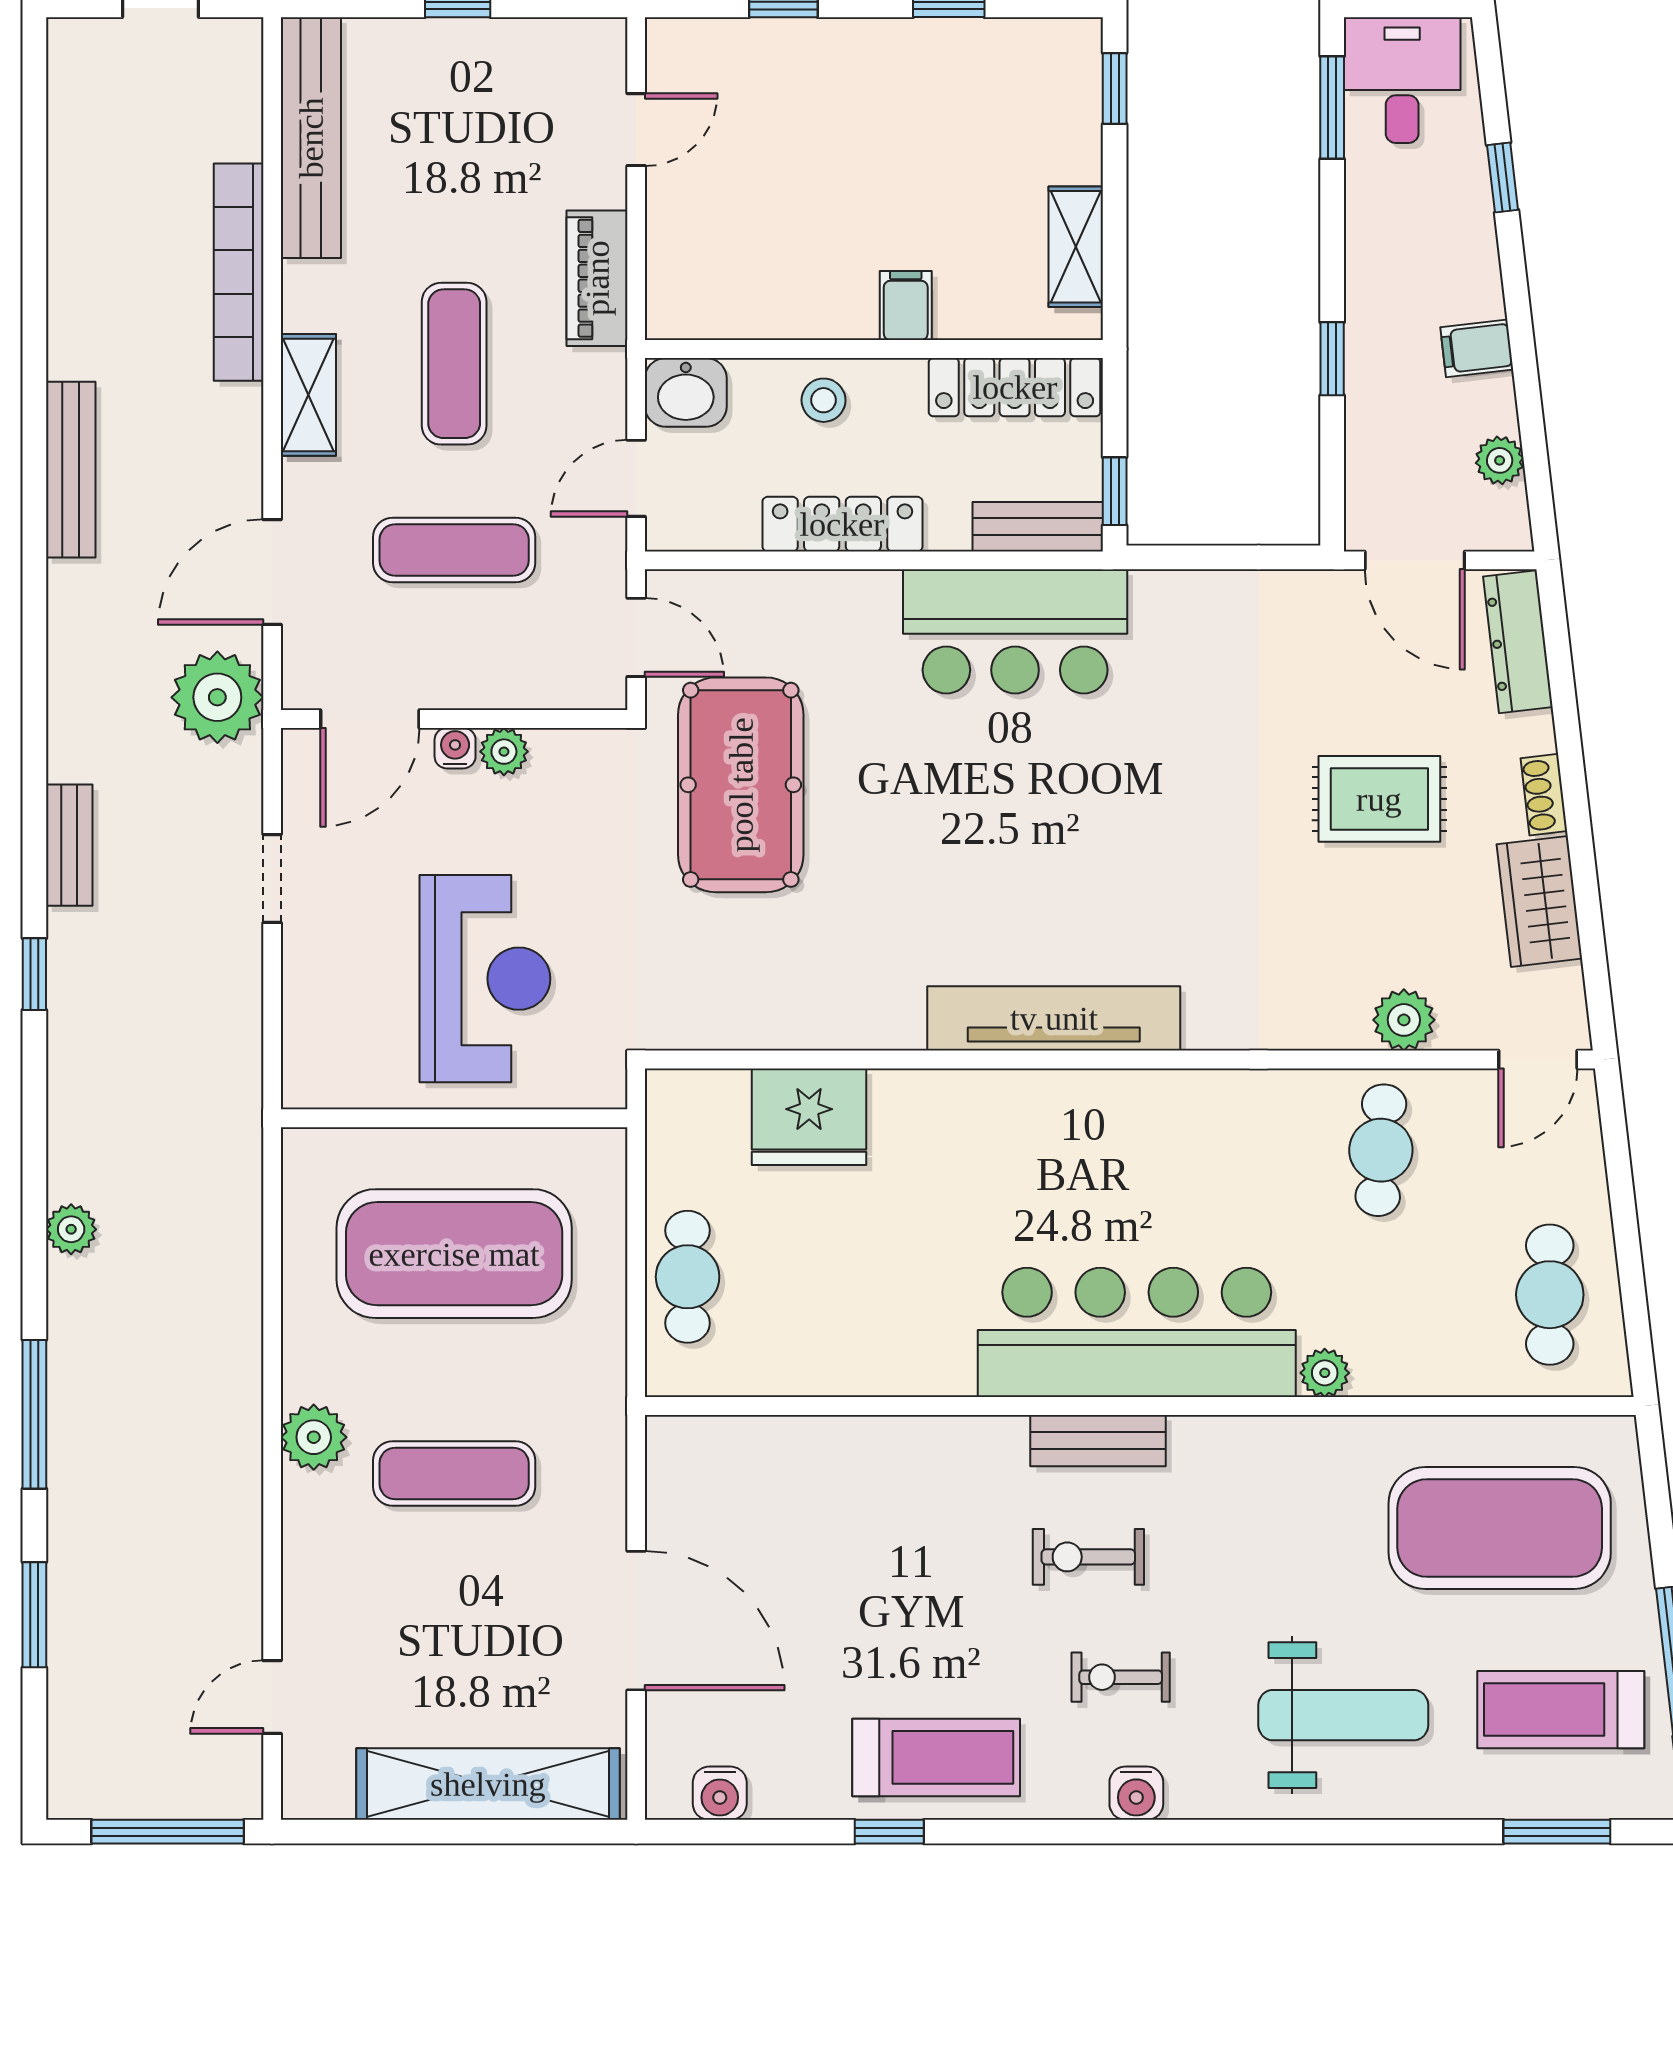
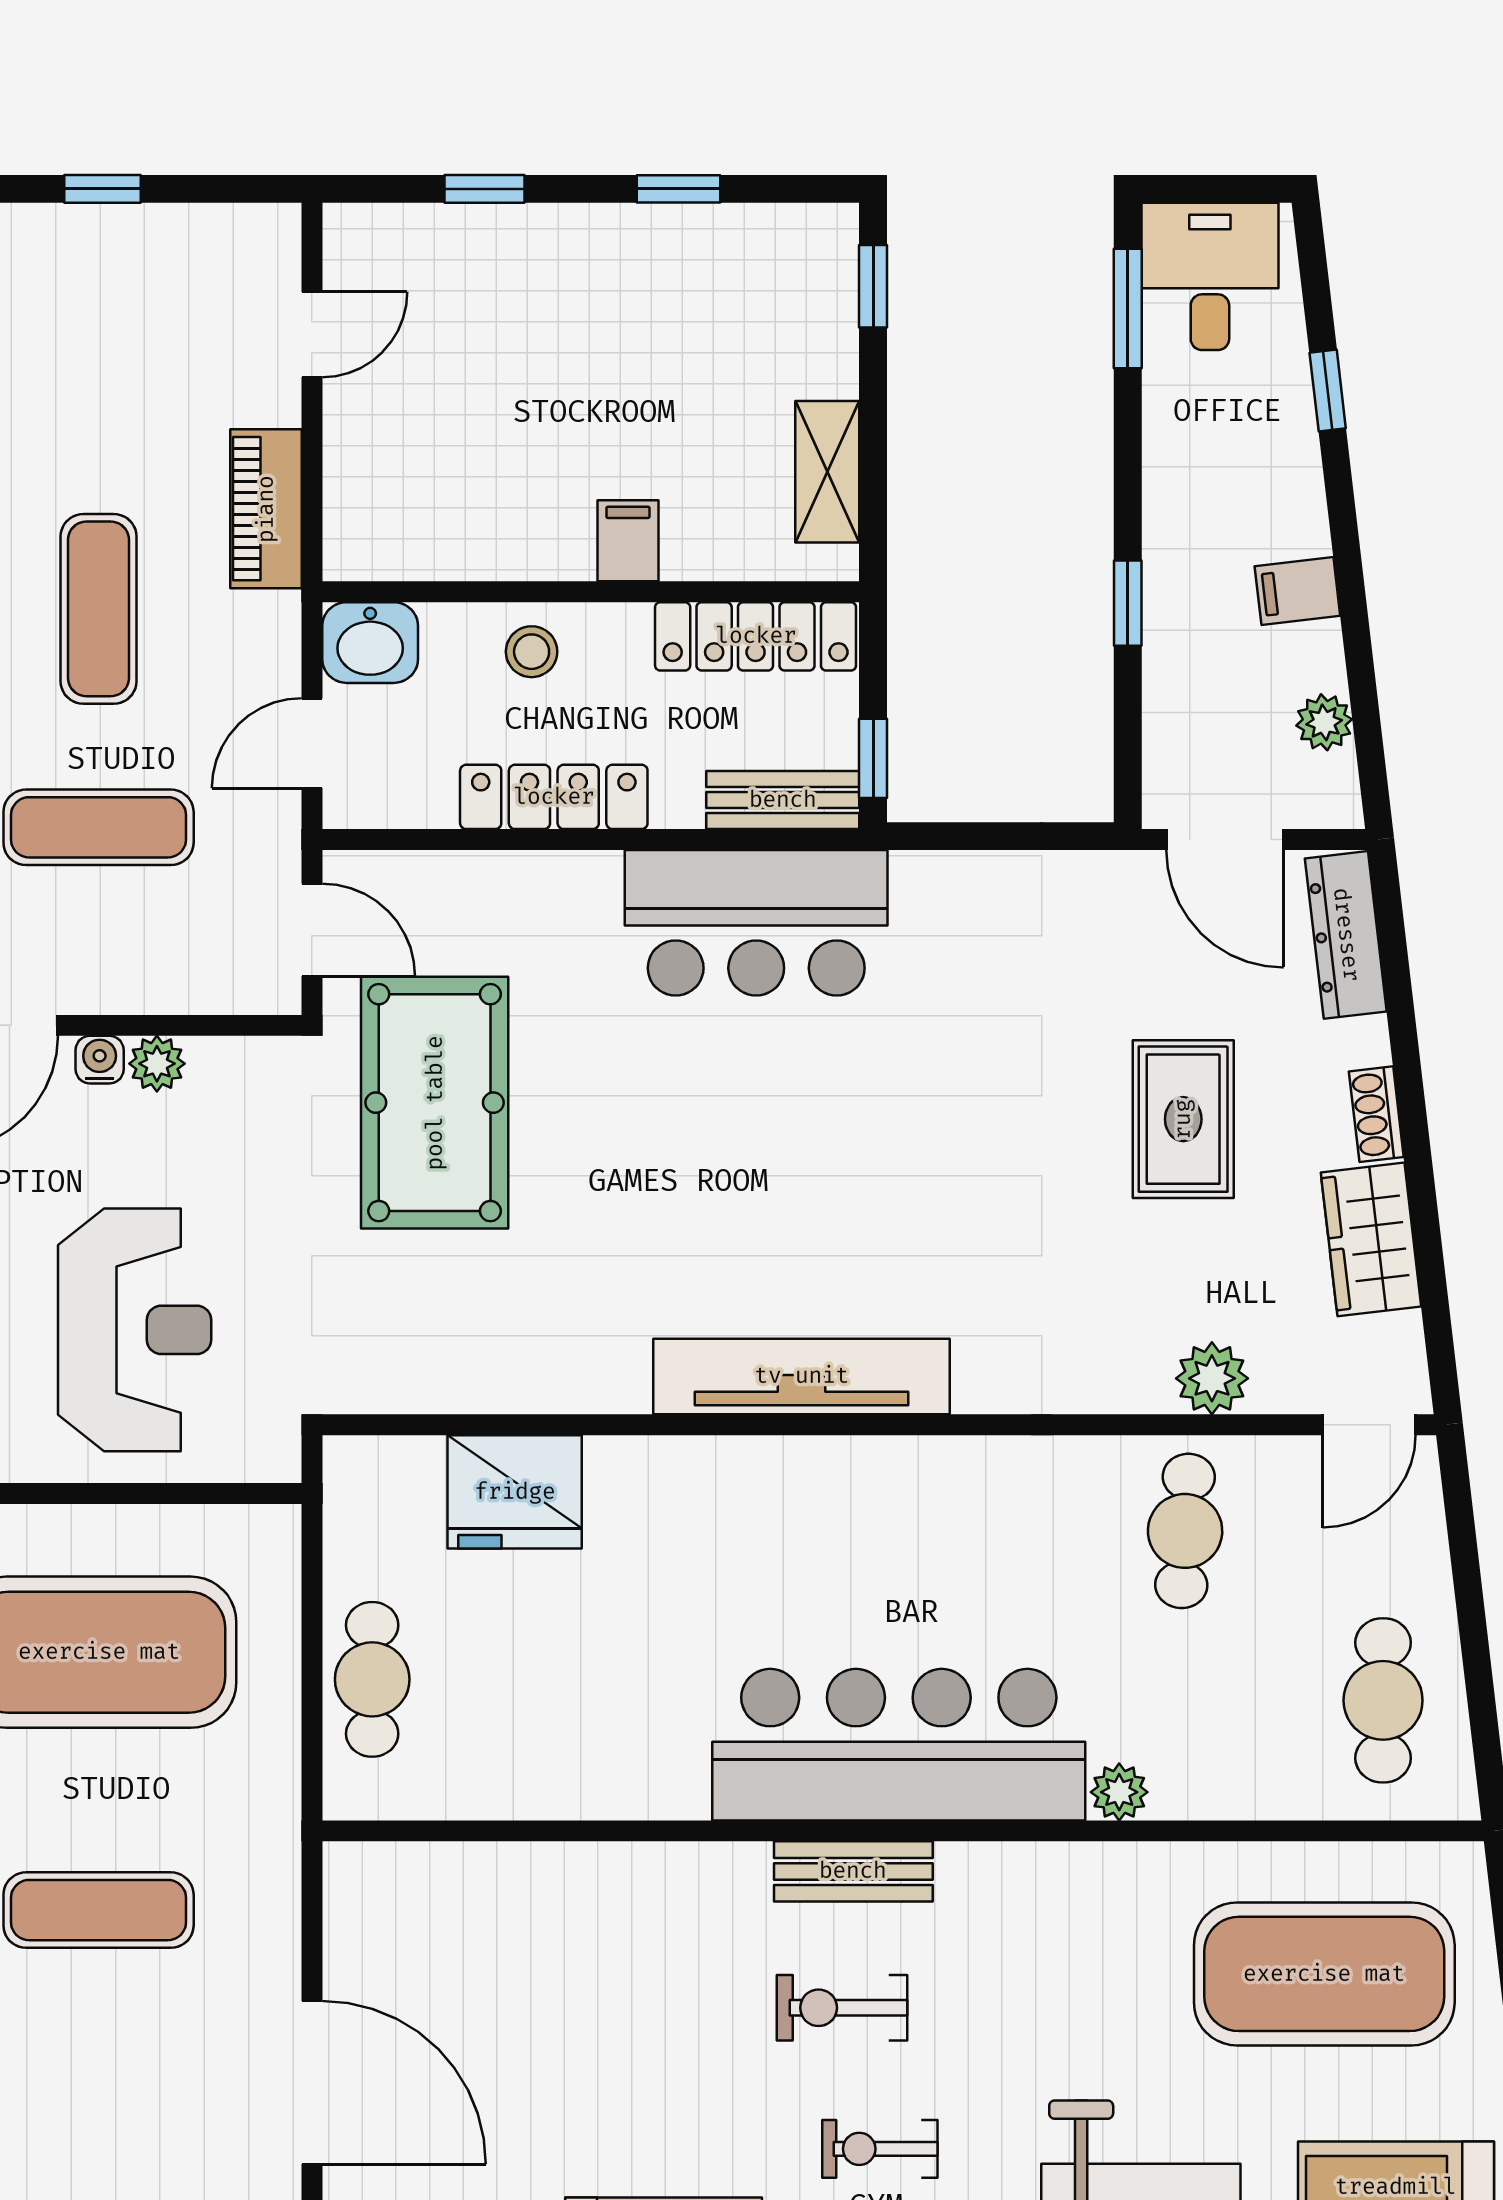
rug: (1379, 799) -> (1183, 1119), turned 90

